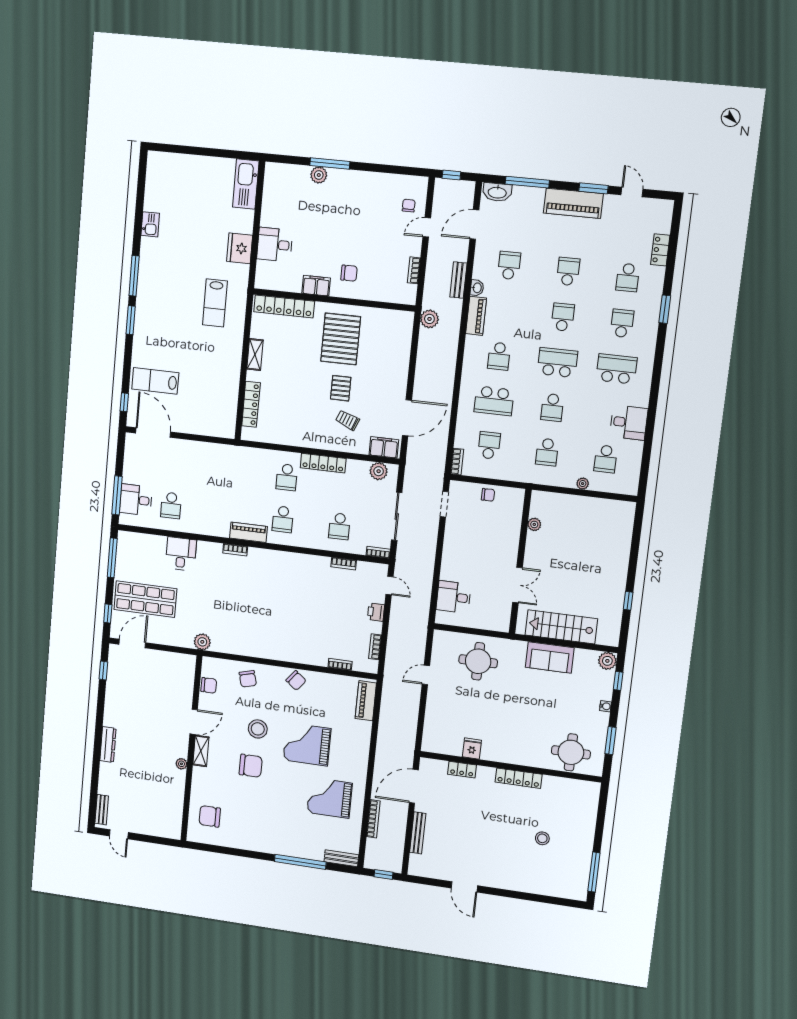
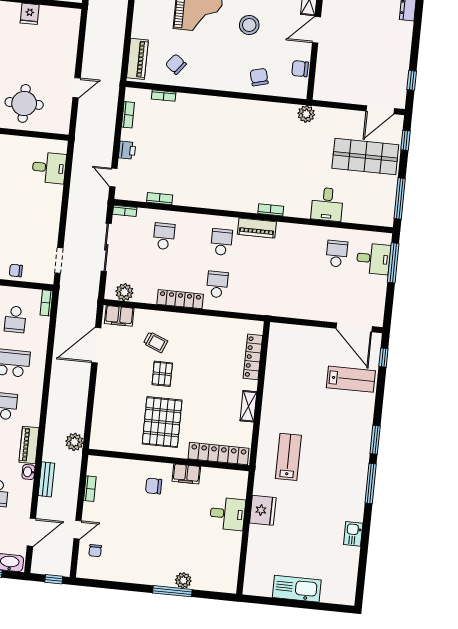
kitchen sink: (246, 184) -> (297, 589), moved, turned -90
chair: (296, 680) -> (176, 64), moved

